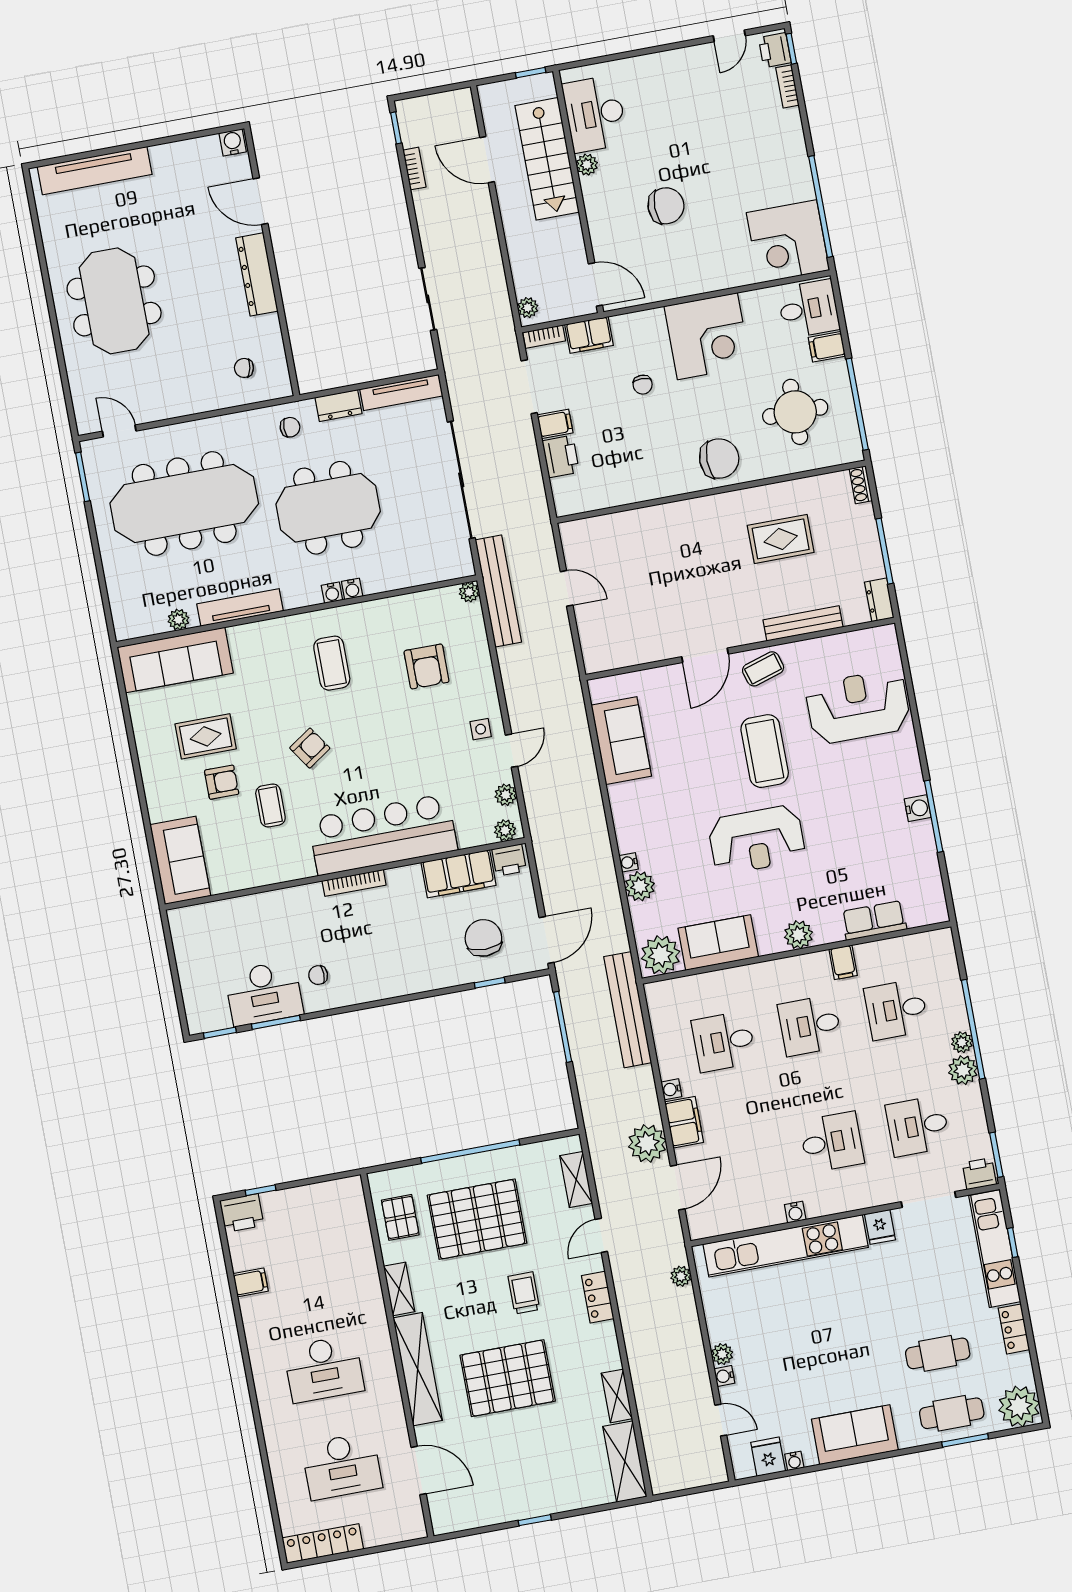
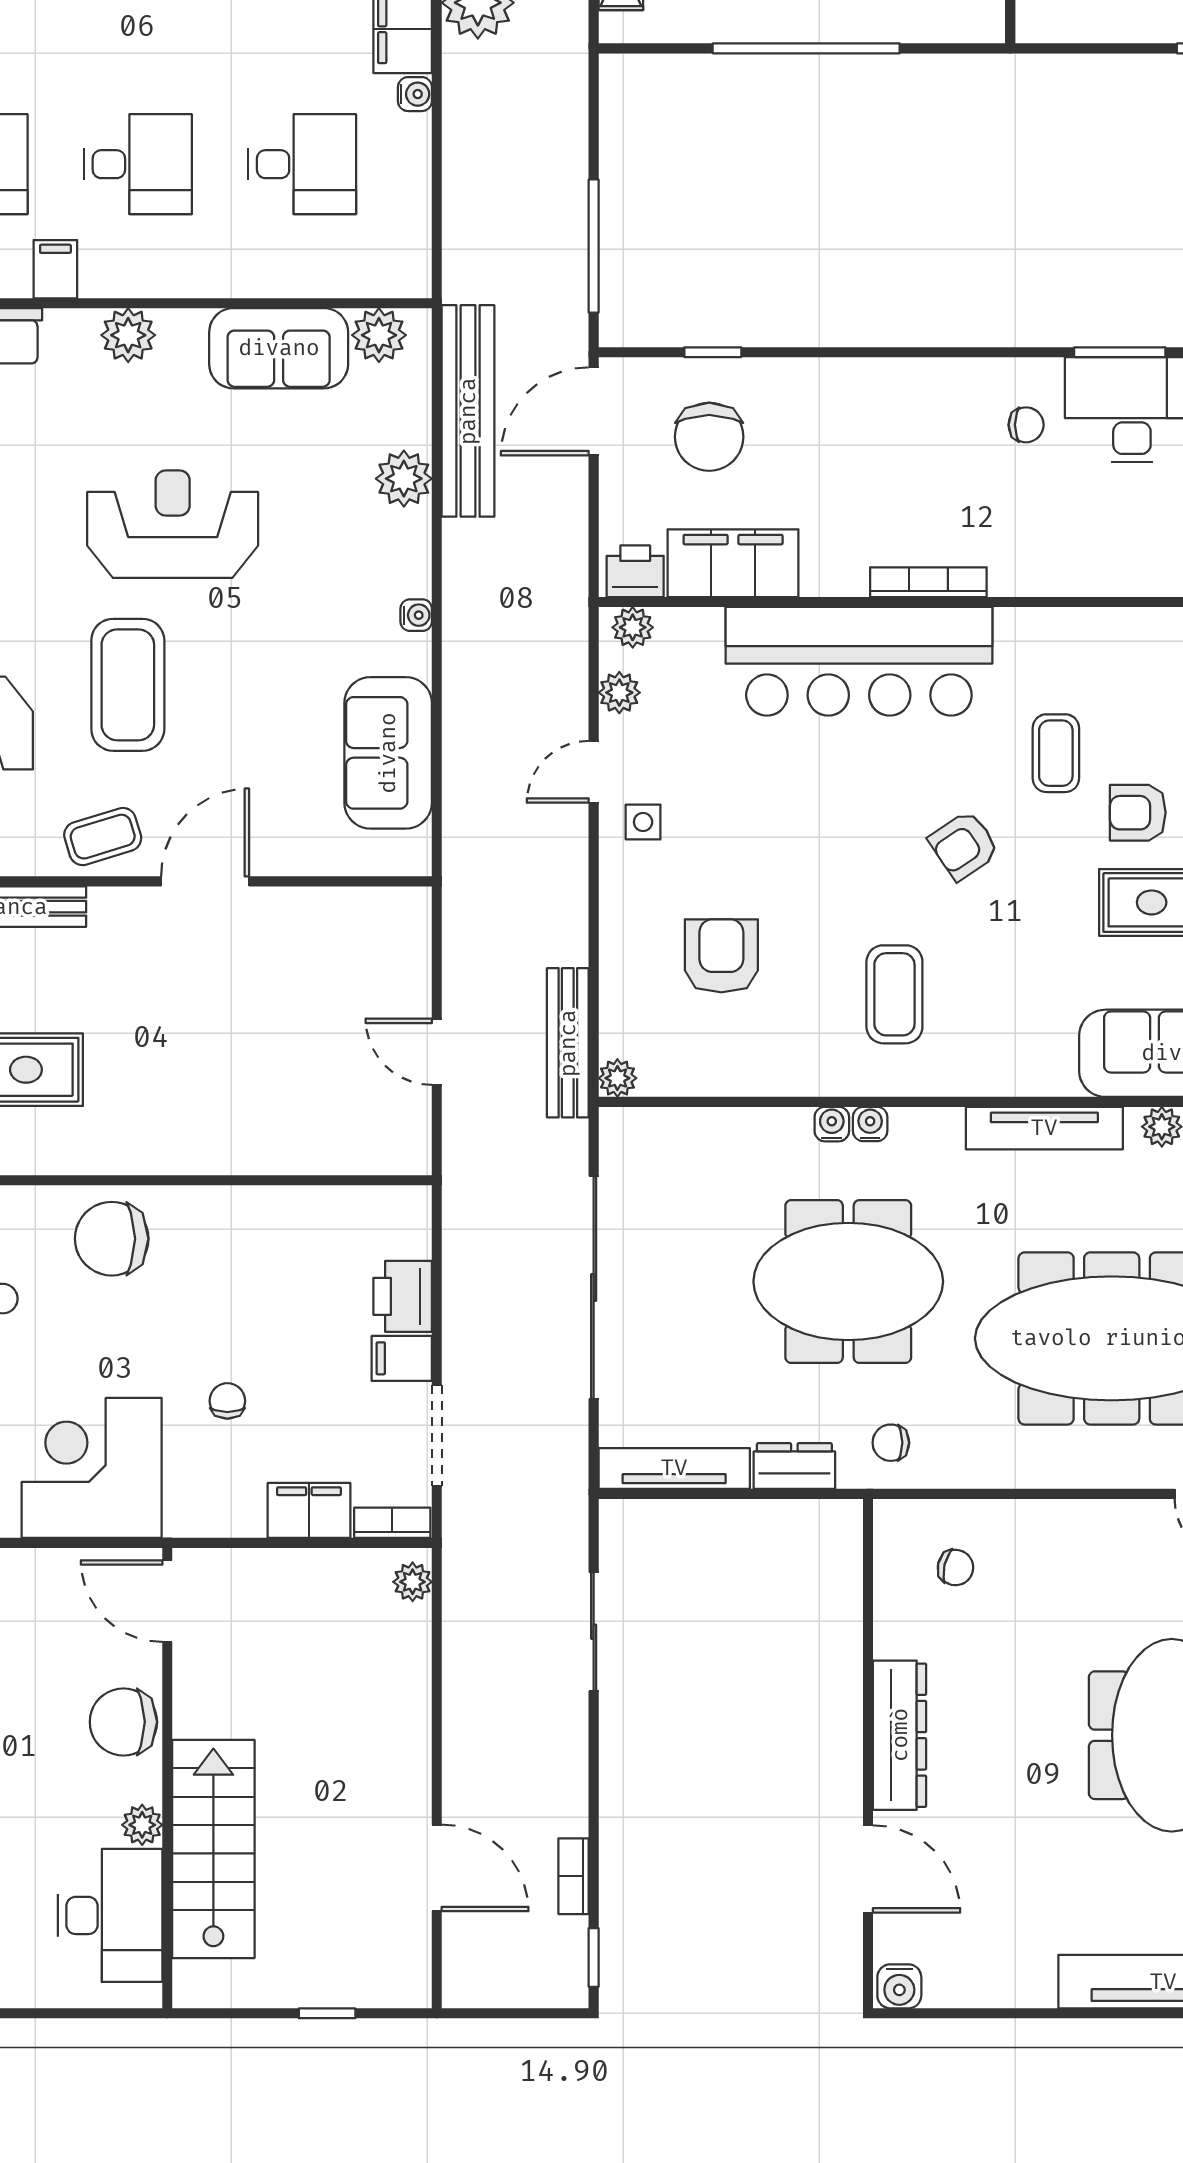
desk: (595, 114) -> (110, 1915), moved
stairs: (547, 159) -> (213, 1849), moved
plant: (587, 165) -> (142, 1825), moved
wall: (578, 192) -> (167, 1778), moved
door: (595, 285) -> (167, 1601), moved
bench: (498, 591) -> (568, 1043), width x0.73, depth x0.82
water cooler: (629, 862) -> (416, 615), moved
plant: (661, 955) -> (379, 335), width x0.73, depth x0.73
bench: (628, 1010) -> (468, 411), moved

